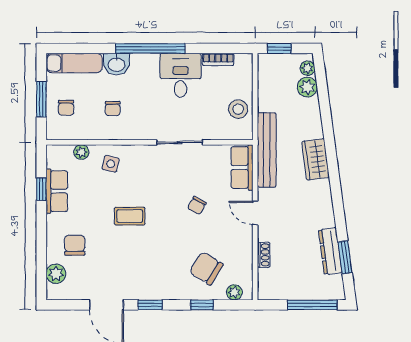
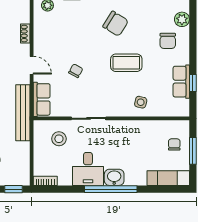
bookcase: (218, 59) -> (45, 181), moved
washbasin: (117, 64) -> (114, 177), moved
chair: (113, 109) -> (139, 144), removed
stool: (238, 109) -> (59, 139), moved
plant: (81, 152) -> (163, 111), removed
coffee table: (130, 216) -> (126, 63), width x1.36, depth x1.30
chair: (206, 268) -> (116, 24), moved

